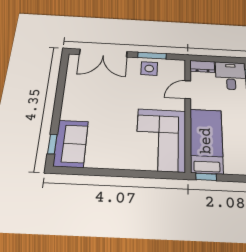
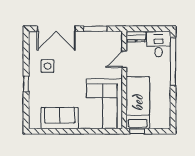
side table: (149, 68) -> (47, 66), moved
window: (52, 144) -> (26, 84), moved
sofa: (71, 144) -> (60, 118), moved, turned -90

